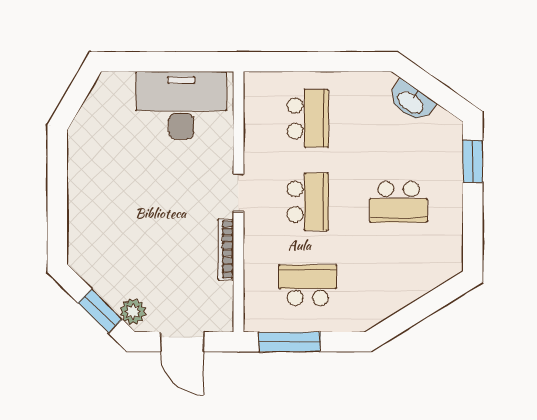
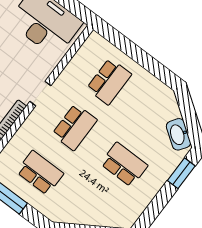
washbasin: (411, 102) -> (178, 134), moved
school desk: (399, 202) -> (124, 165), turned 180

